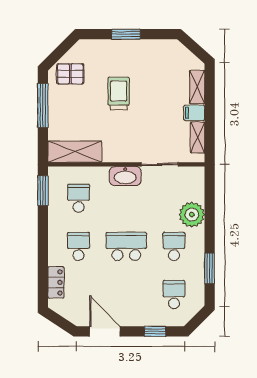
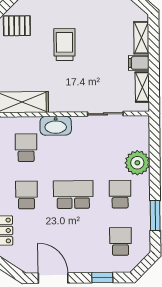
washbasin: (125, 176) -> (56, 126), moved

